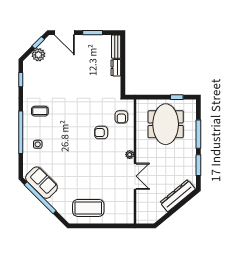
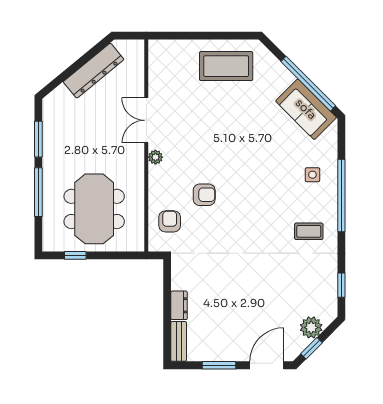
door: (64, 33) -> (267, 365), hinge flipped
dresser: (178, 196) -> (94, 71), moved

